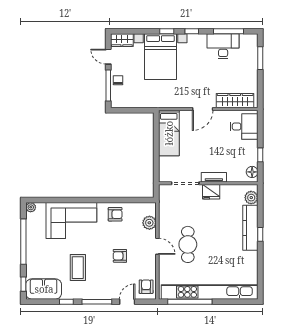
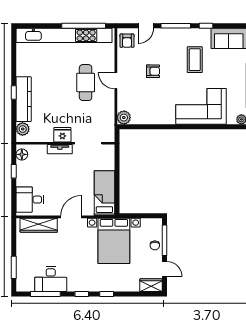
bed with nightstands: (161, 57) -> (114, 241), moved, turned 180
armchair: (115, 214) -> (158, 112), removed
plant: (149, 223) -> (124, 118), moved

